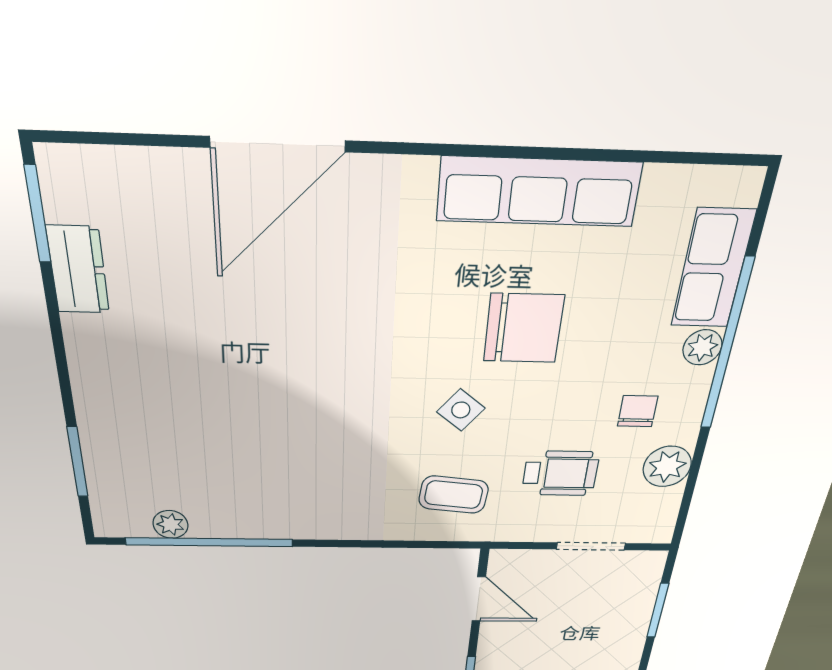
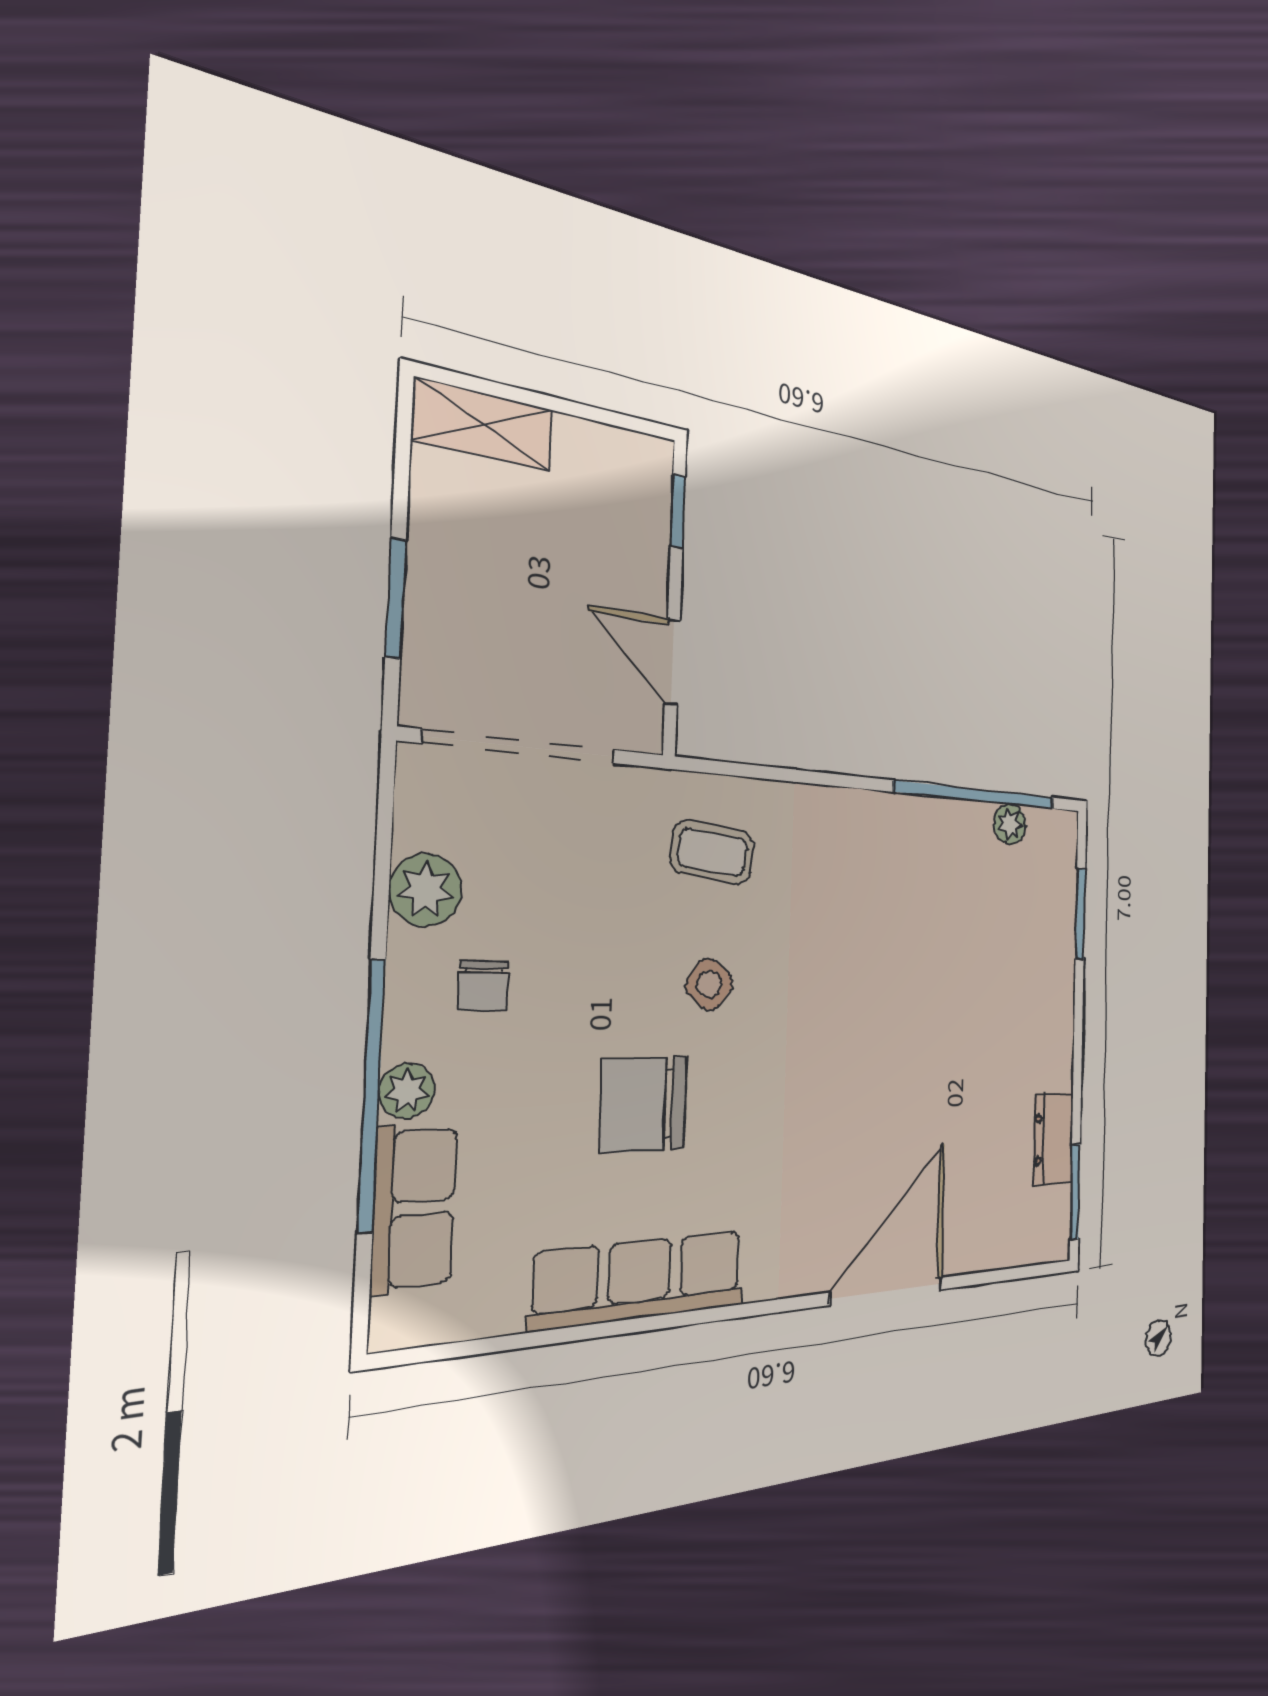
wheelchair: (560, 473) -> (578, 882), removed
doorway: (591, 546) -> (521, 747), width x1.88

